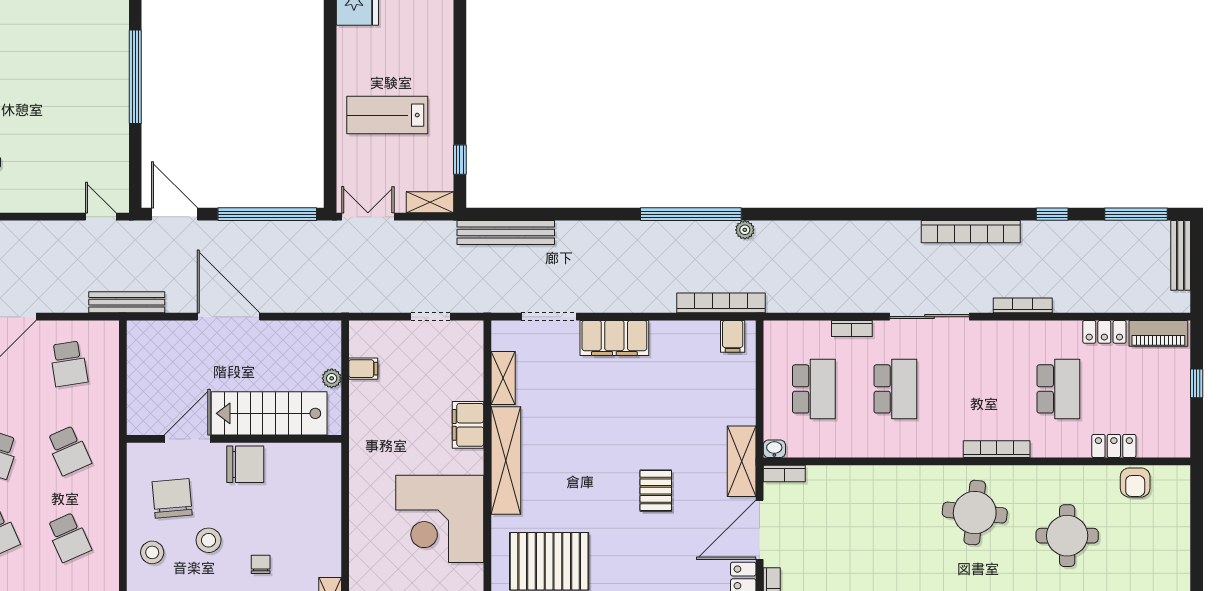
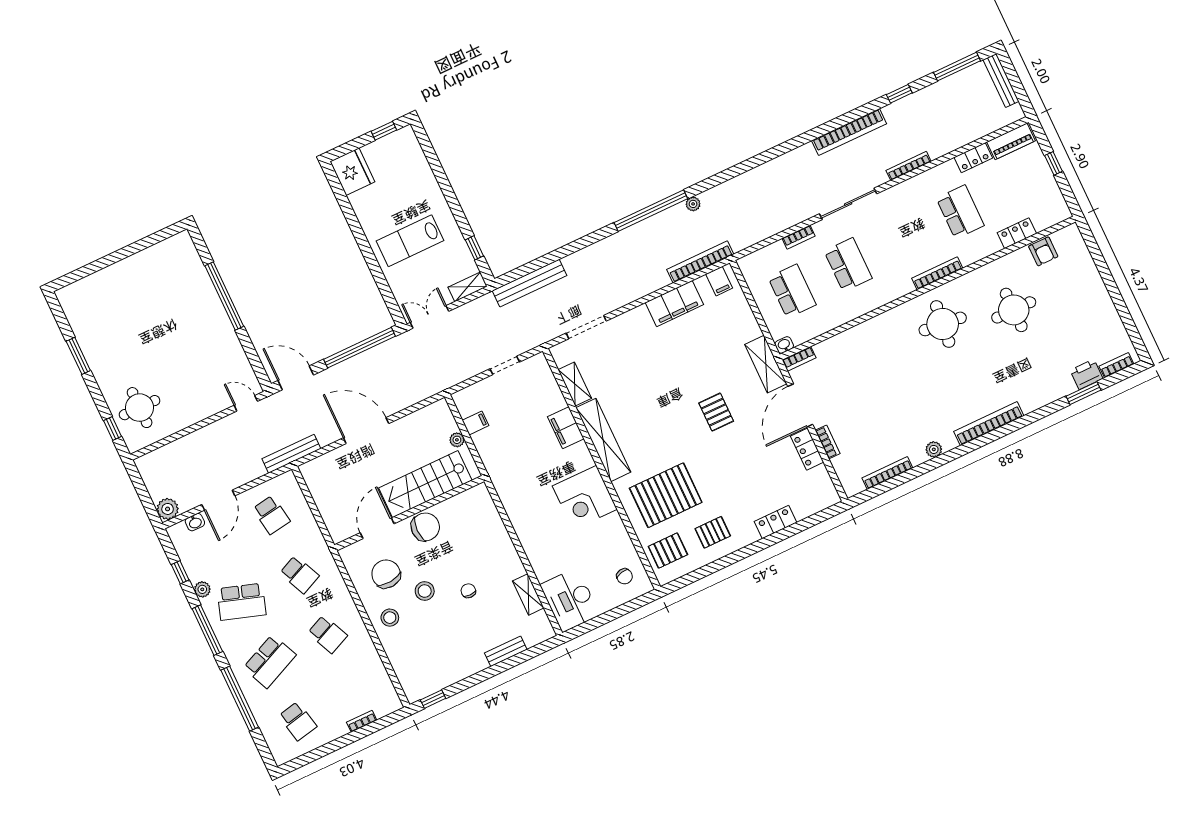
filing cabinet: (614, 338) -> (674, 304), moved
corner desk: (440, 519) -> (585, 498), width x0.74, depth x0.74

